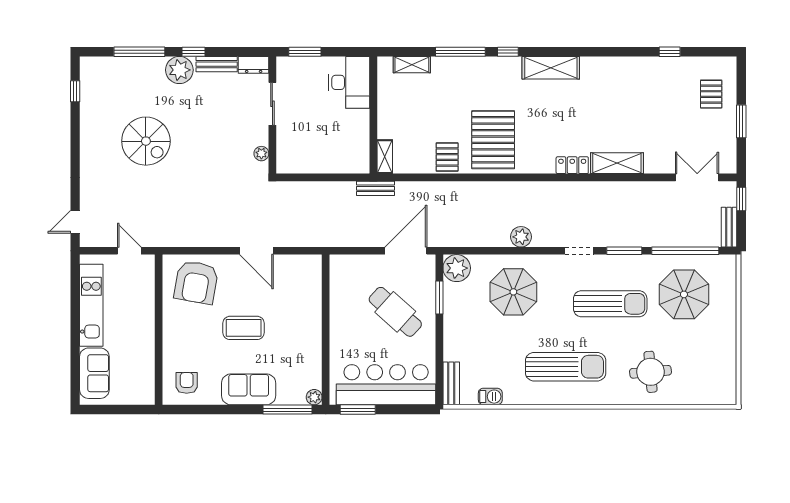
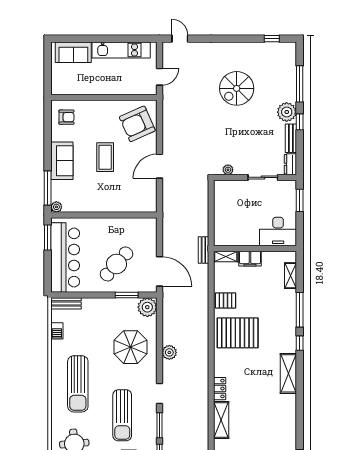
filing cabinet: (388, 122) -> (250, 259), added
armchair: (196, 282) -> (137, 124), turned -34

